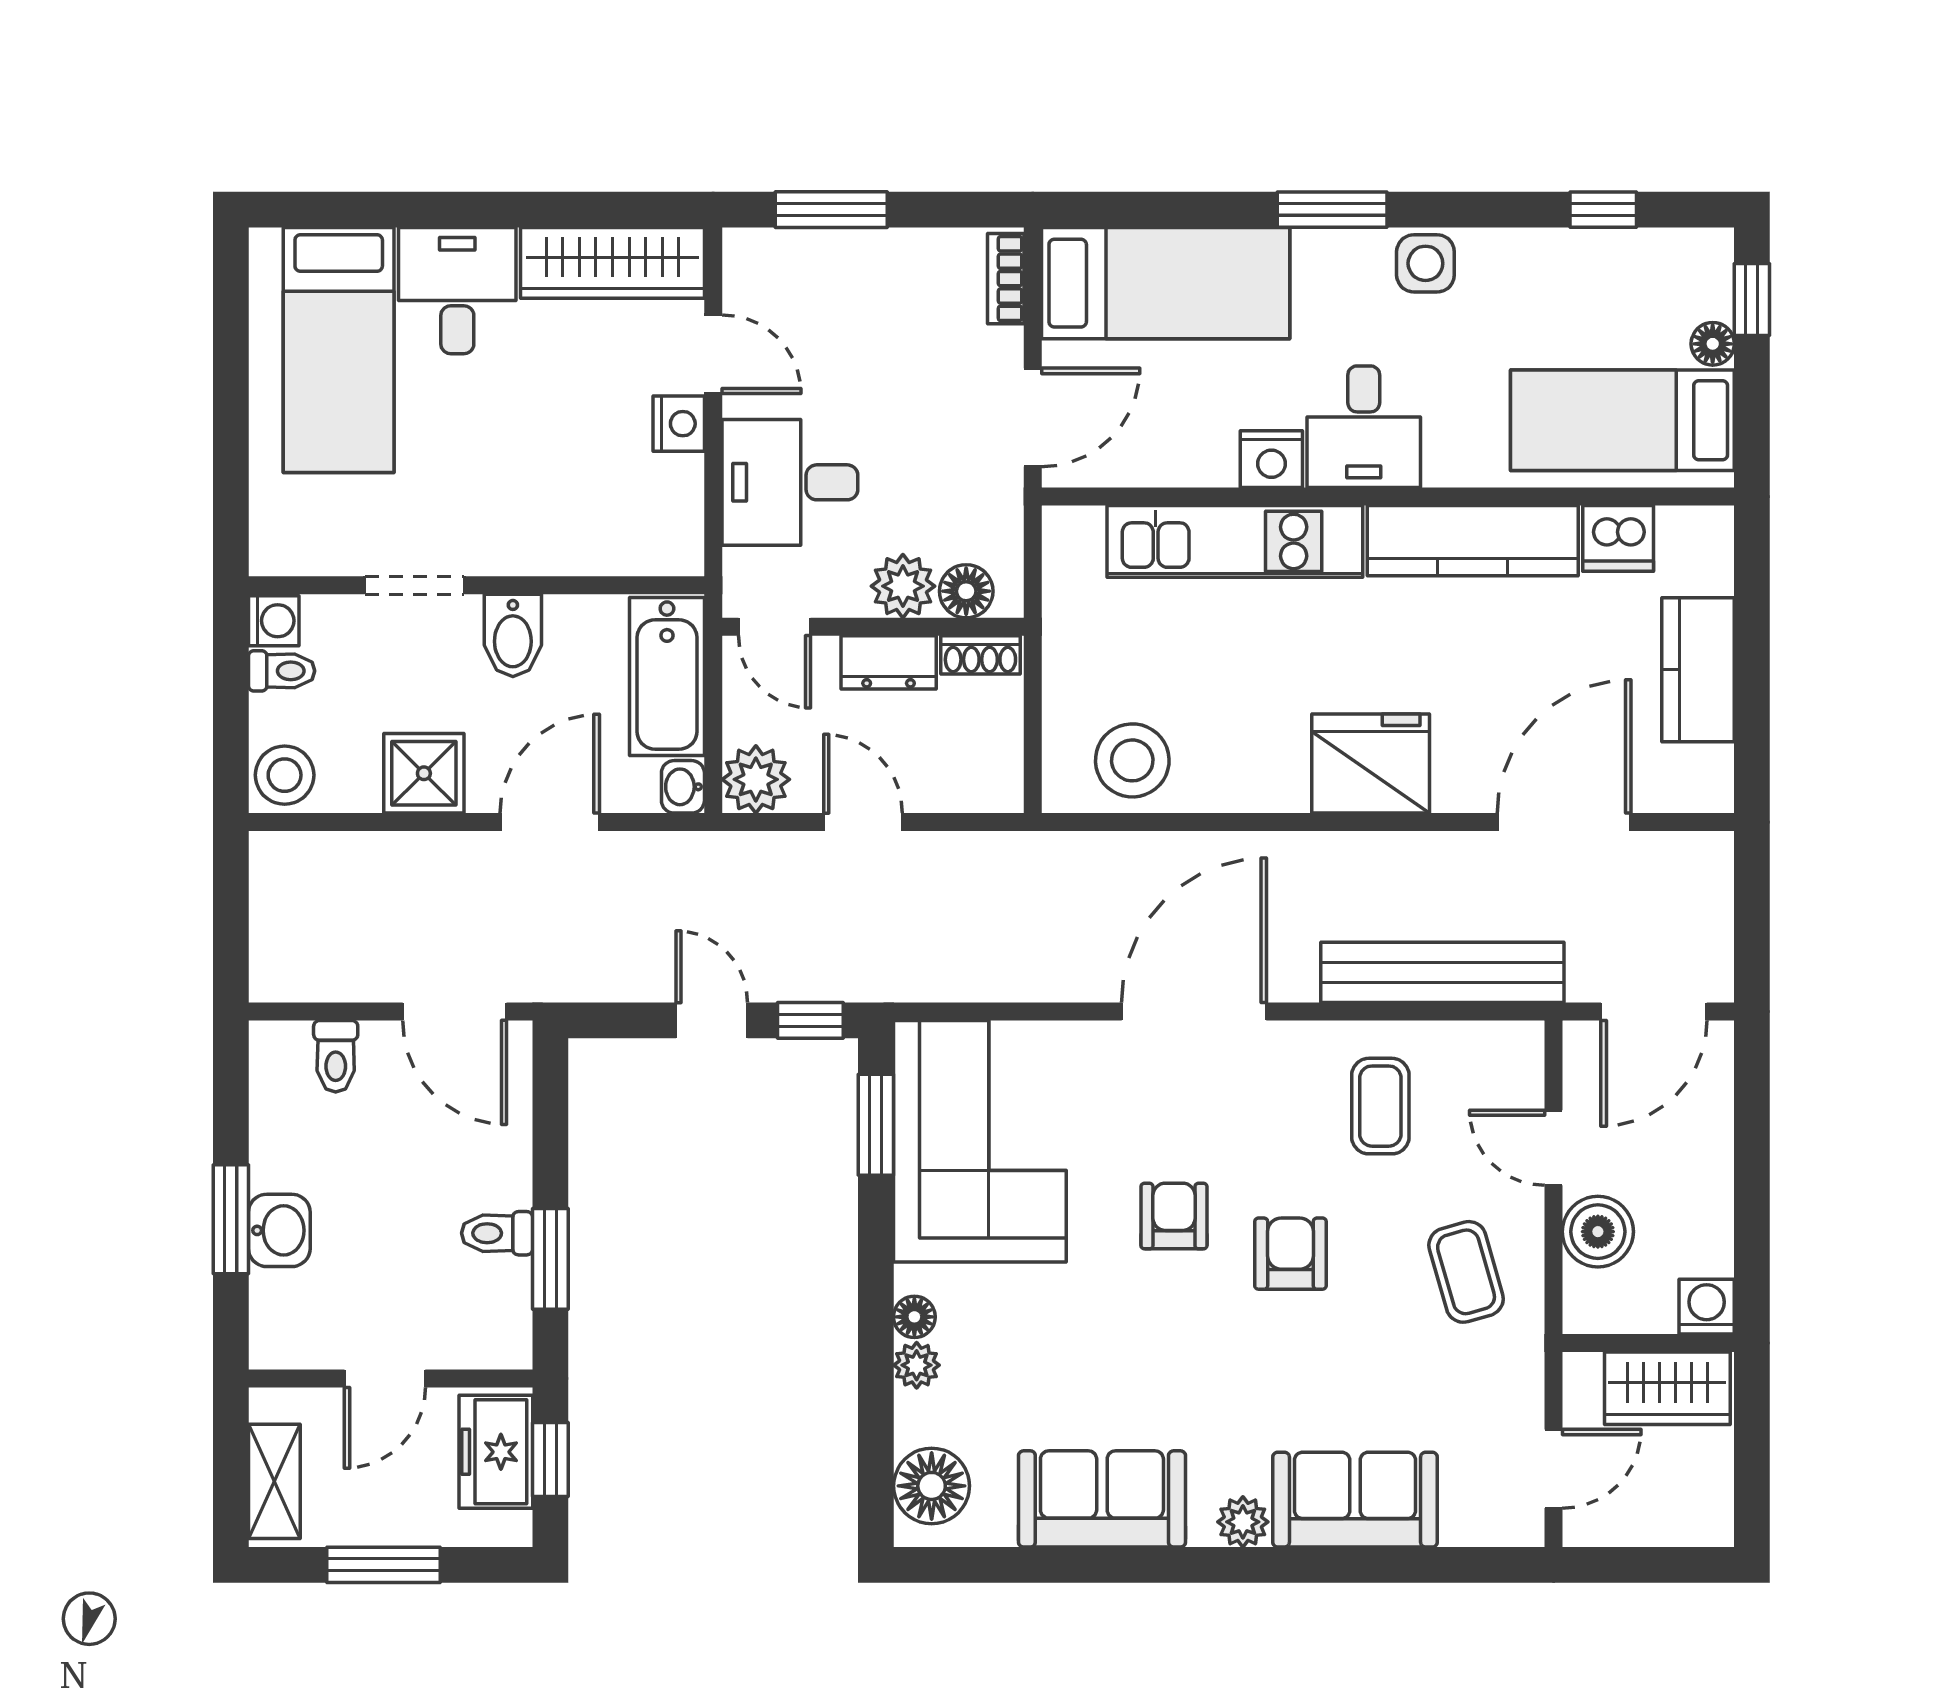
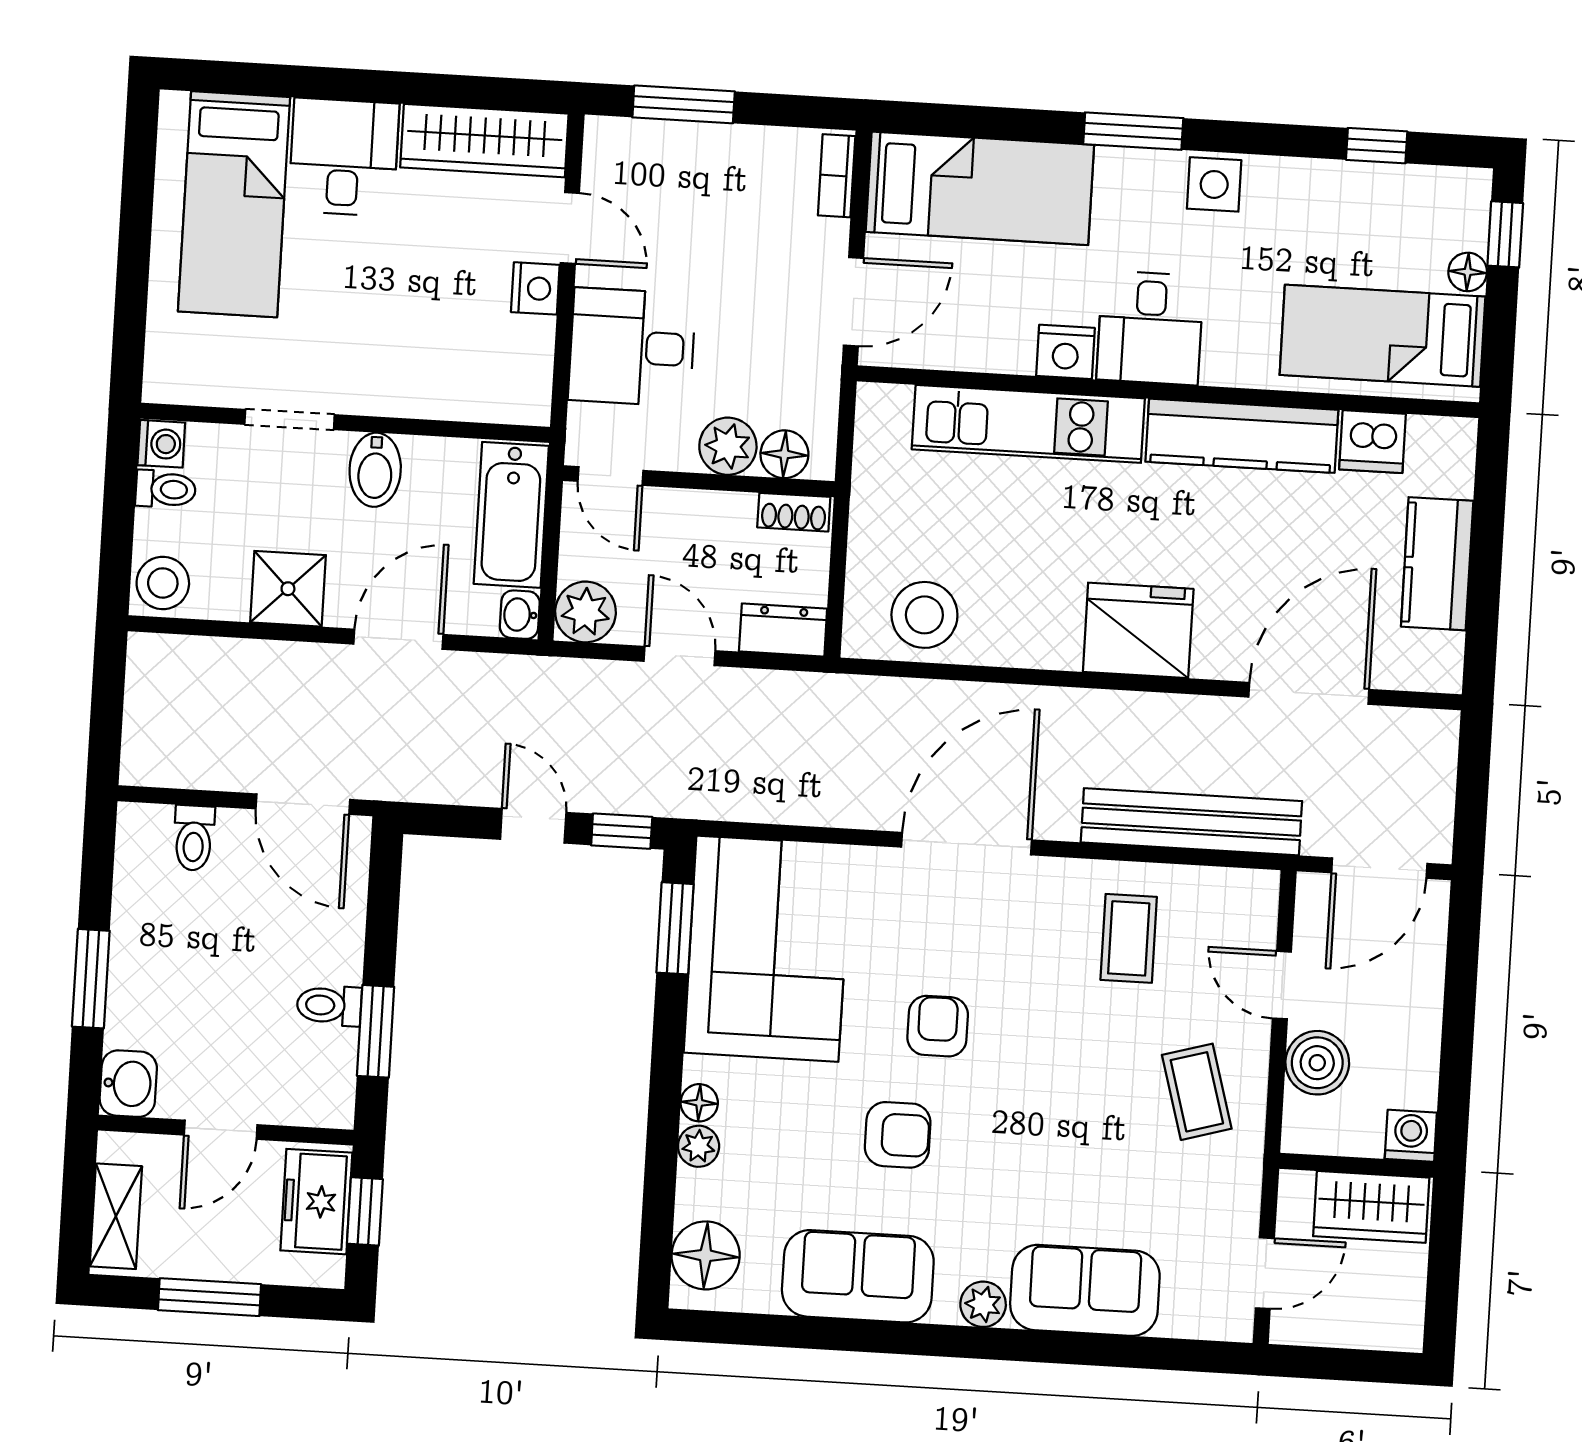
dresser: (889, 662) -> (783, 630), moved, turned 180
washbasin: (279, 1230) -> (128, 1084), moved
armchair: (1290, 1254) -> (898, 1135), moved, turned 90

